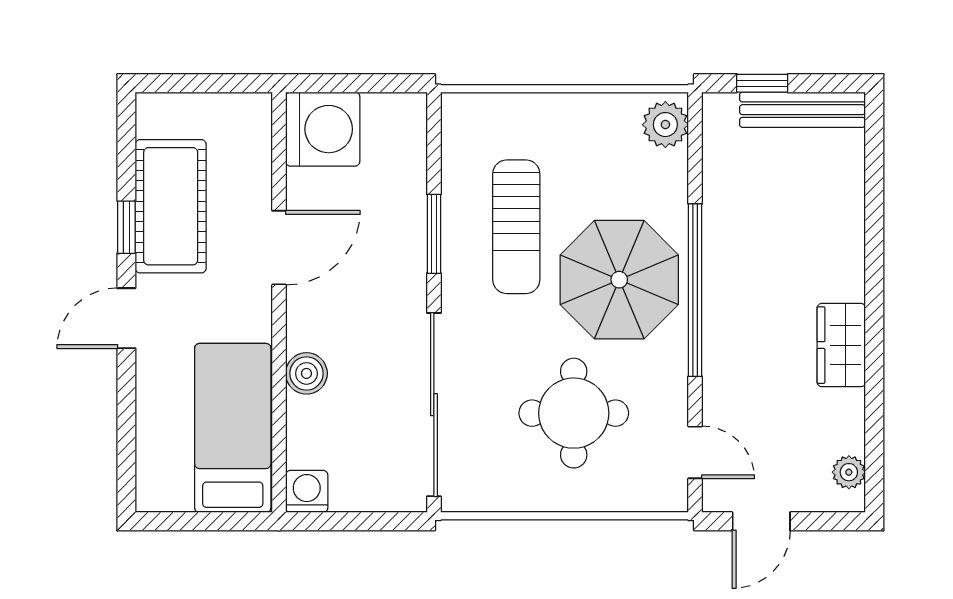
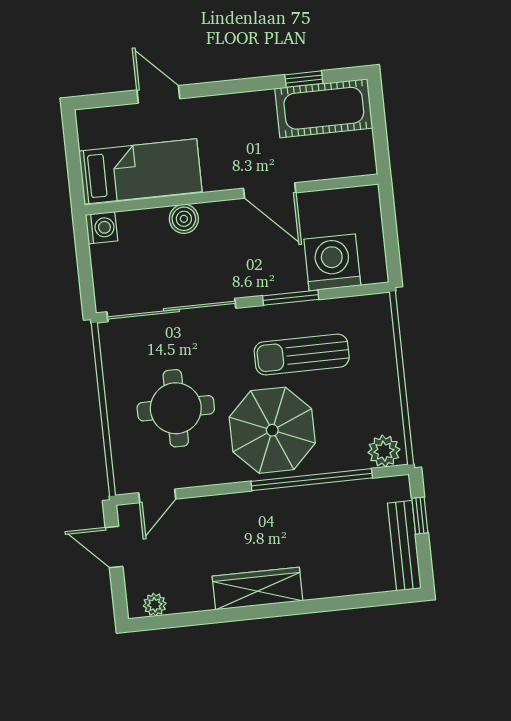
washing machine: (323, 129) -> (332, 262), moved, turned 180
cot: (171, 206) -> (324, 108), moved
window: (126, 227) -> (304, 79), moved
window: (695, 290) -> (312, 480), moved
door: (126, 318) -> (158, 94), moved
wardrobe: (841, 345) -> (257, 589), width x1.50

